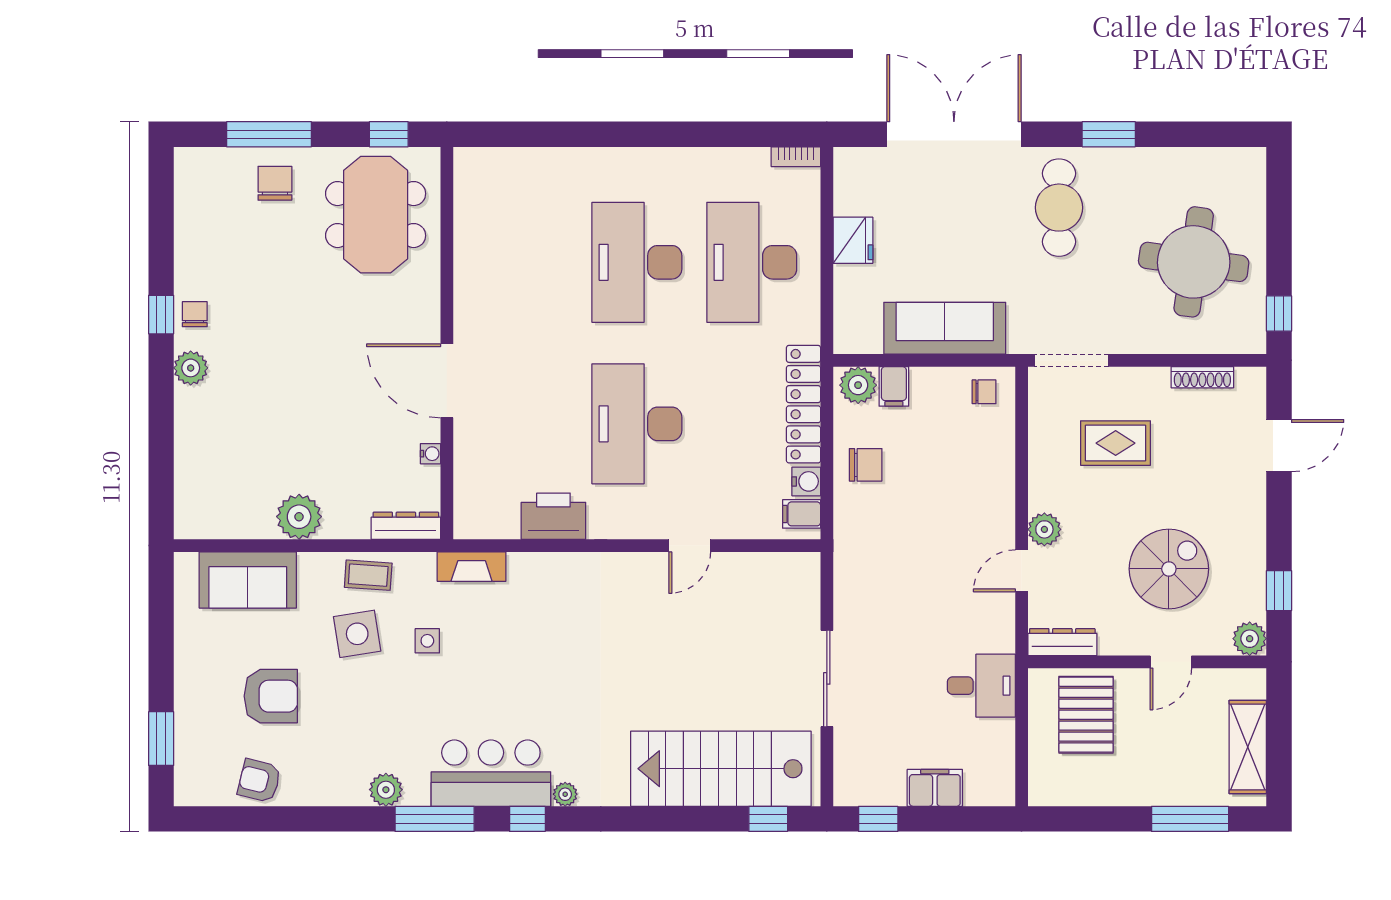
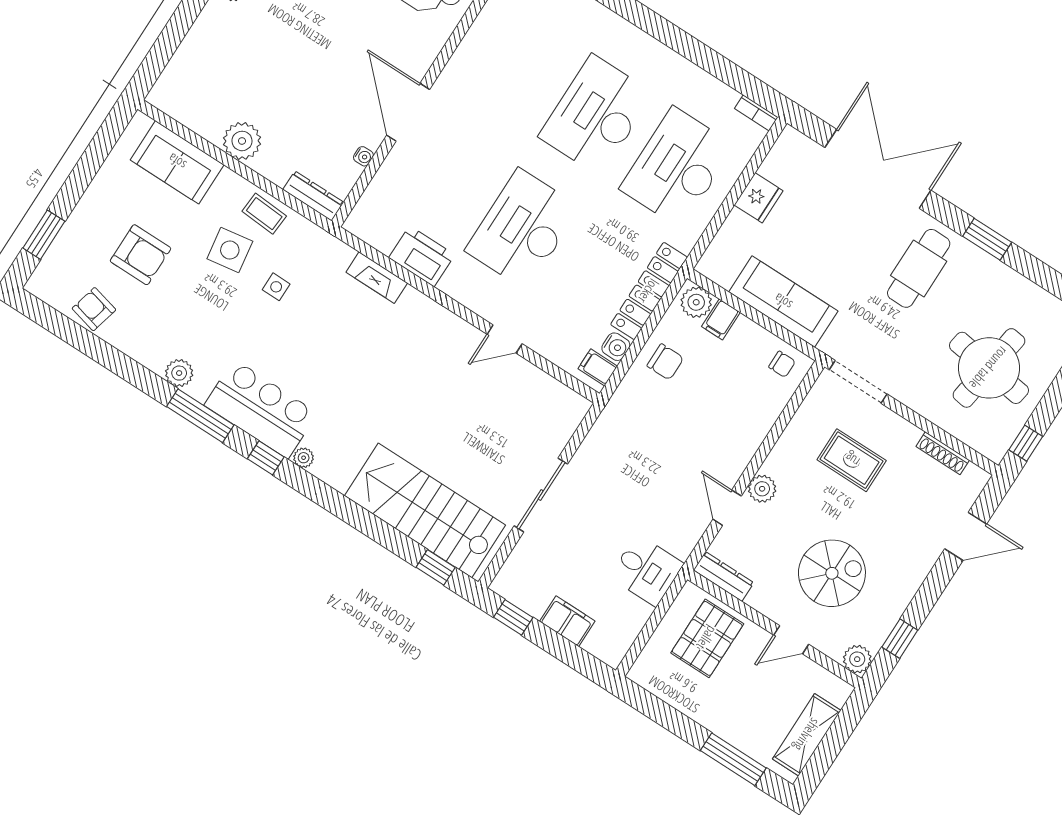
fireplace: (472, 567) -> (377, 278), moved
door: (1022, 571) -> (727, 508), hinge flipped

